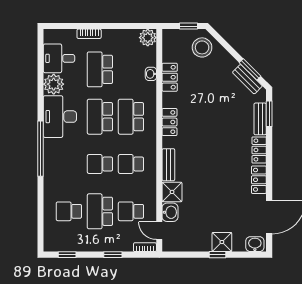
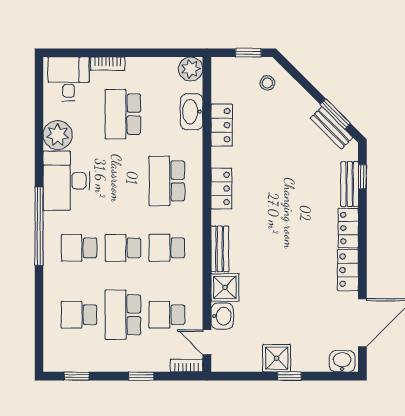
stool: (202, 47) -> (267, 83), width x0.53, depth x0.53
desk: (59, 58) -> (69, 79), moved, turned 90
washbasin: (151, 74) -> (192, 112), width x1.91, depth x1.45
window: (269, 114) -> (362, 177), width x0.67
school desk: (100, 117) -> (79, 248), moved, width x0.54
shower: (222, 242) -> (277, 358), moved

